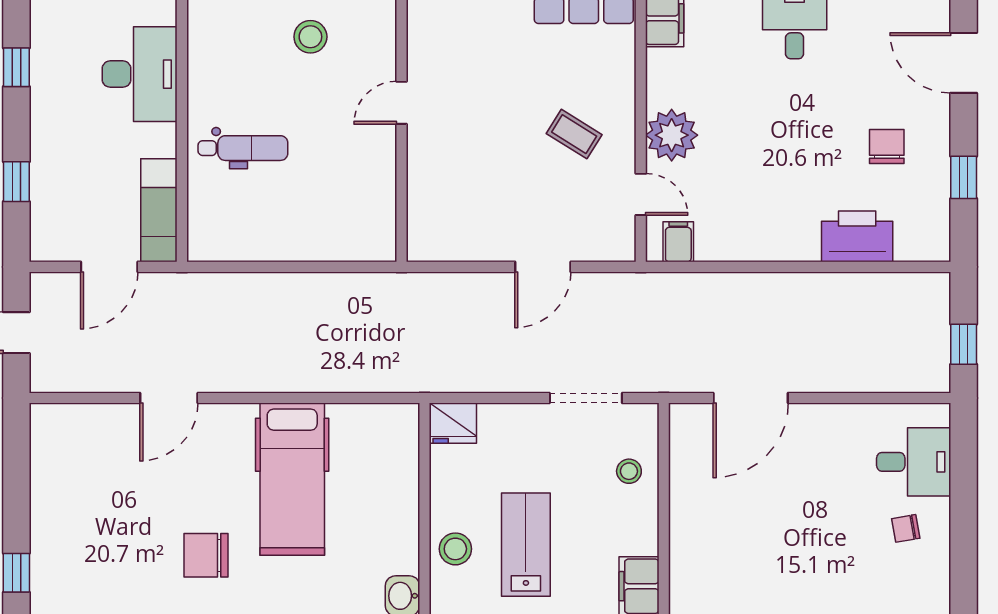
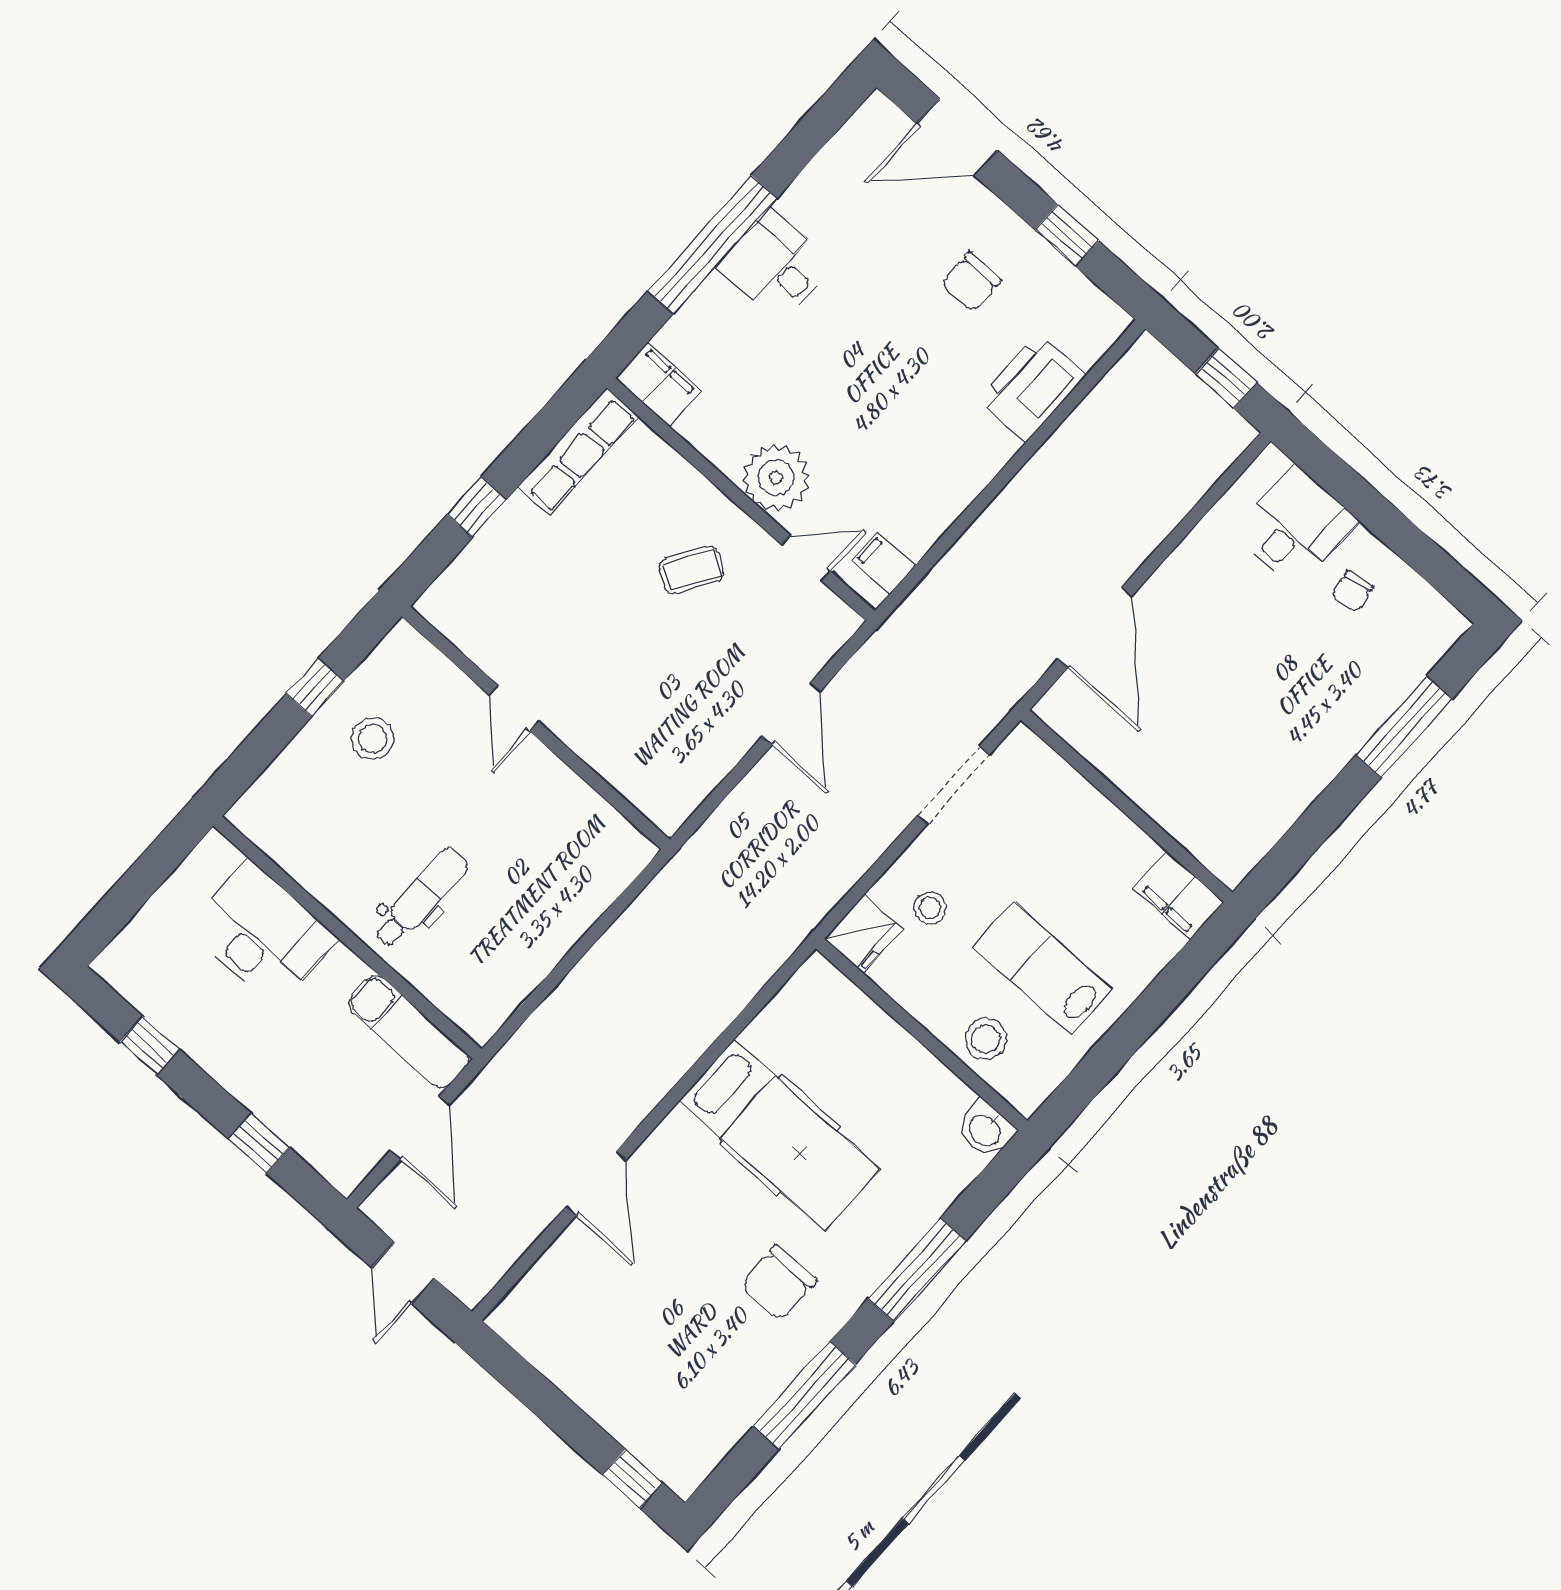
chair: (887, 146) -> (971, 282), turned -90
stool: (629, 471) -> (930, 908), moved

